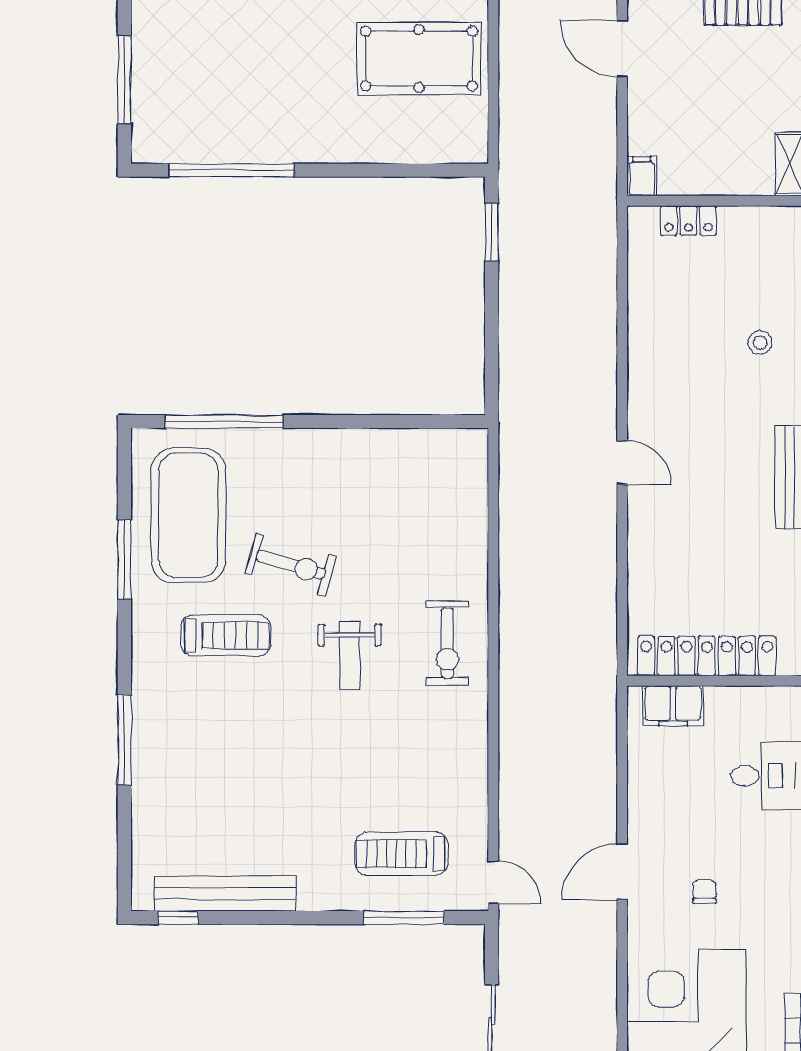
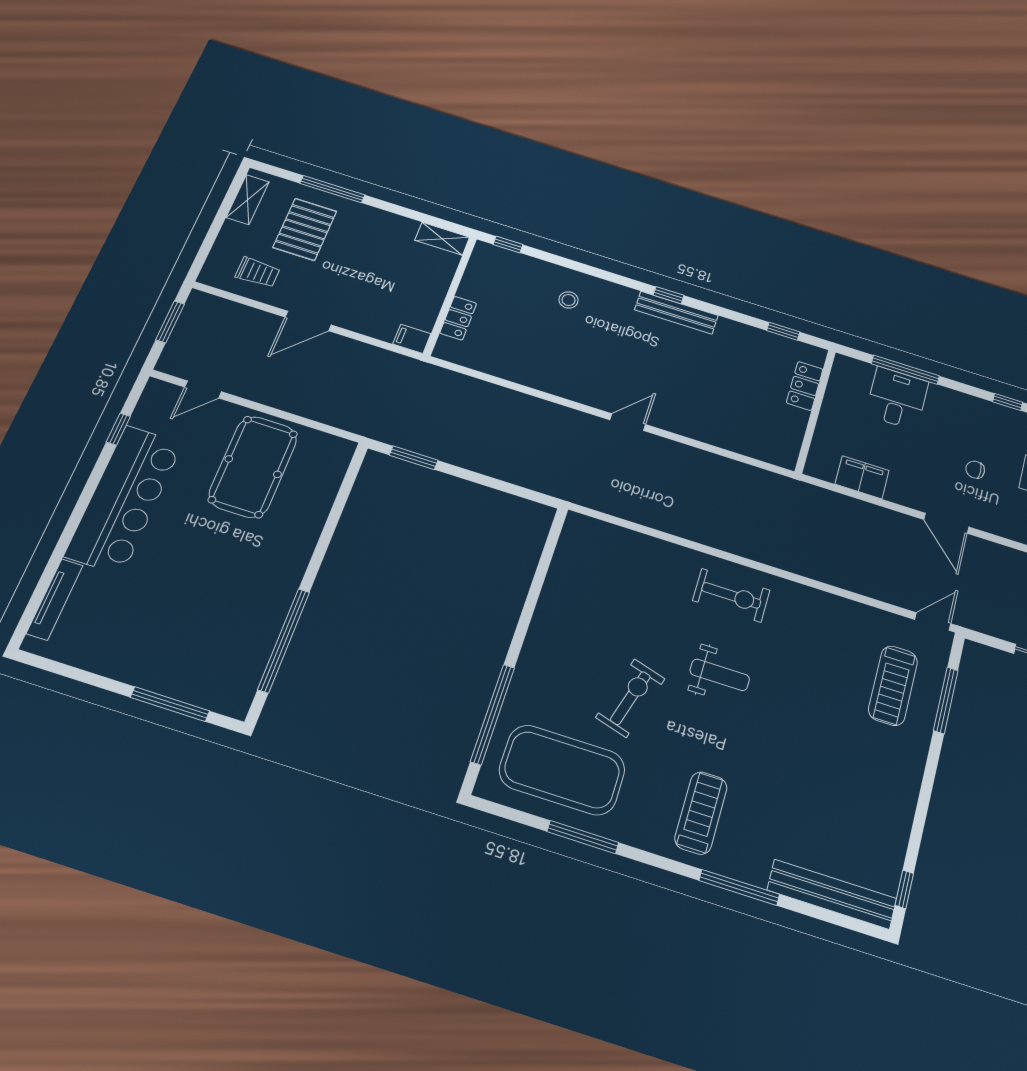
treadmill: (226, 636) -> (701, 813), moved
locker: (707, 656) -> (805, 386), width x0.46, depth x0.83
filing cabinet: (673, 706) -> (862, 477), moved, turned -90
bench: (225, 894) -> (832, 894), moved, turned 90

